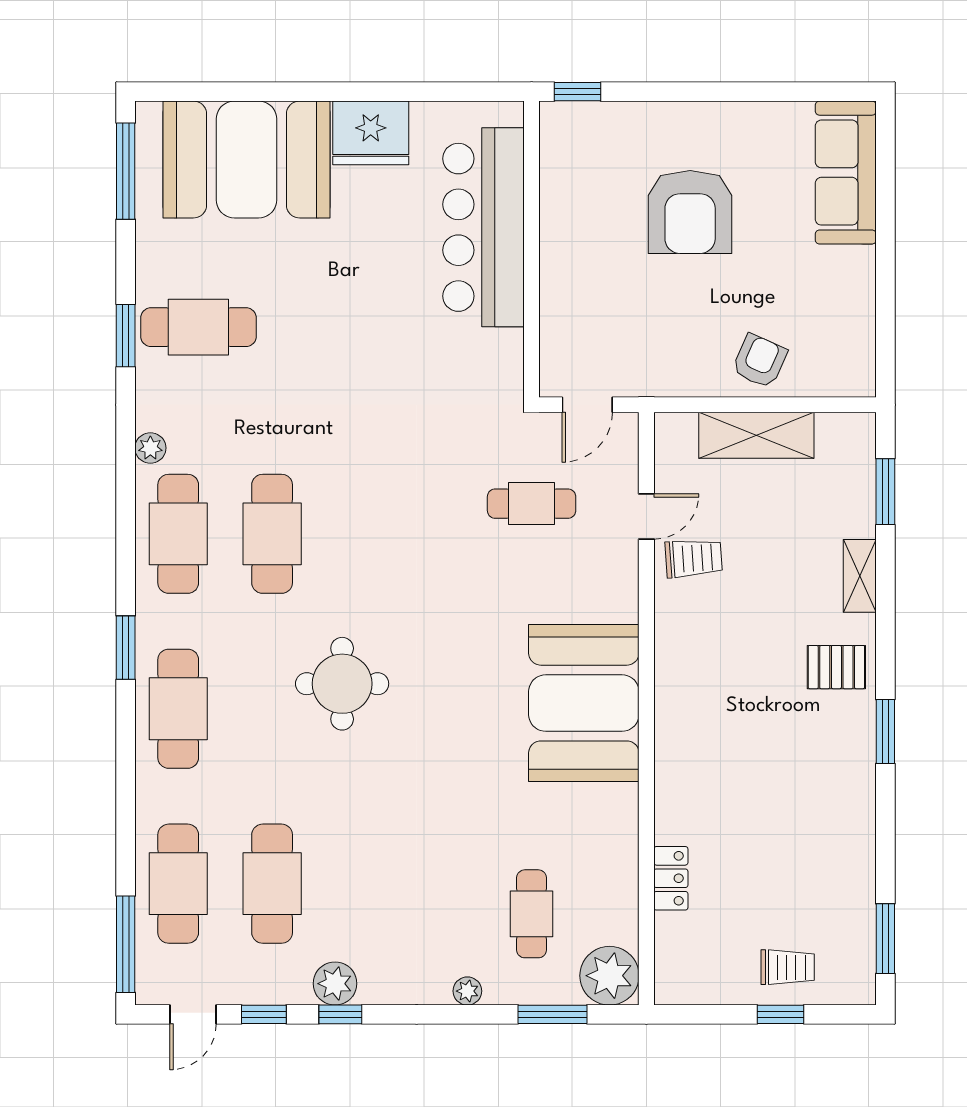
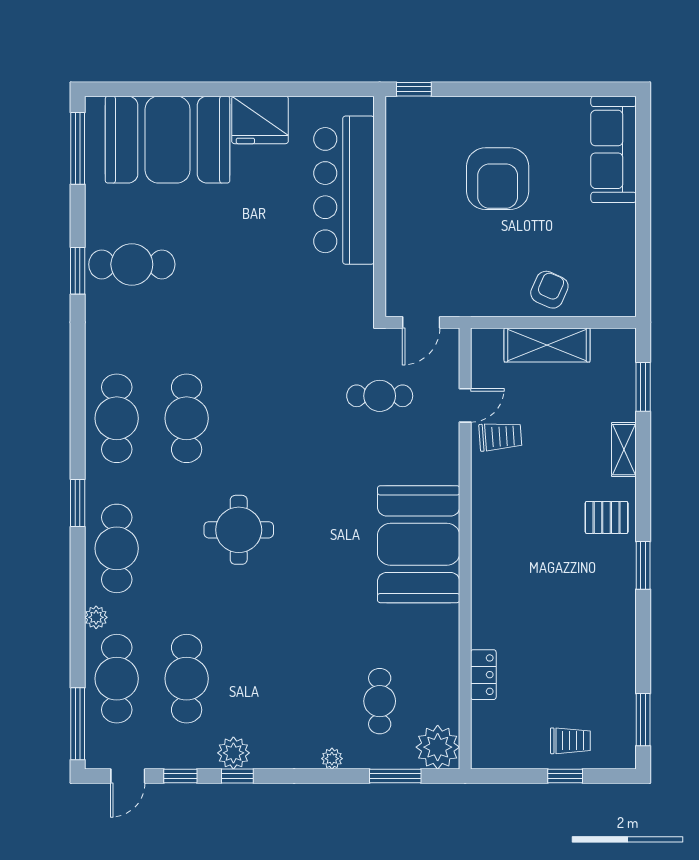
plant: (150, 448) -> (96, 617), moved

